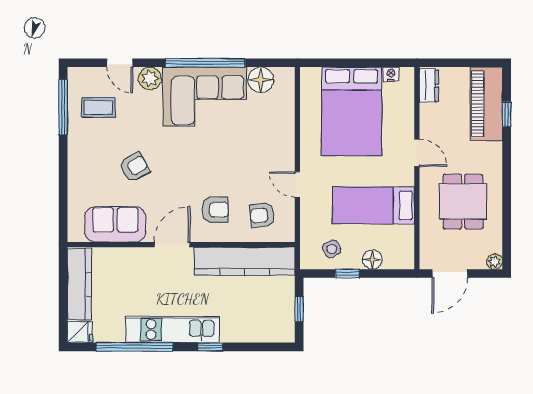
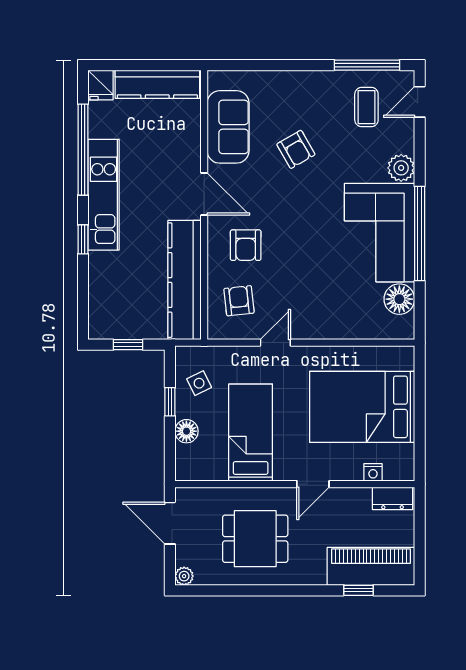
door: (120, 63) -> (420, 102), moved
nightstand: (391, 74) -> (373, 472), moved, turned 90

